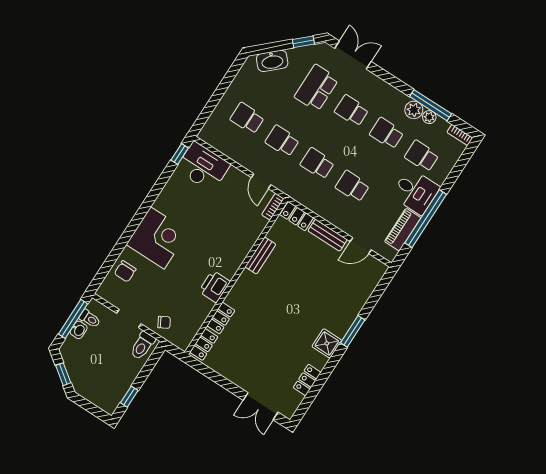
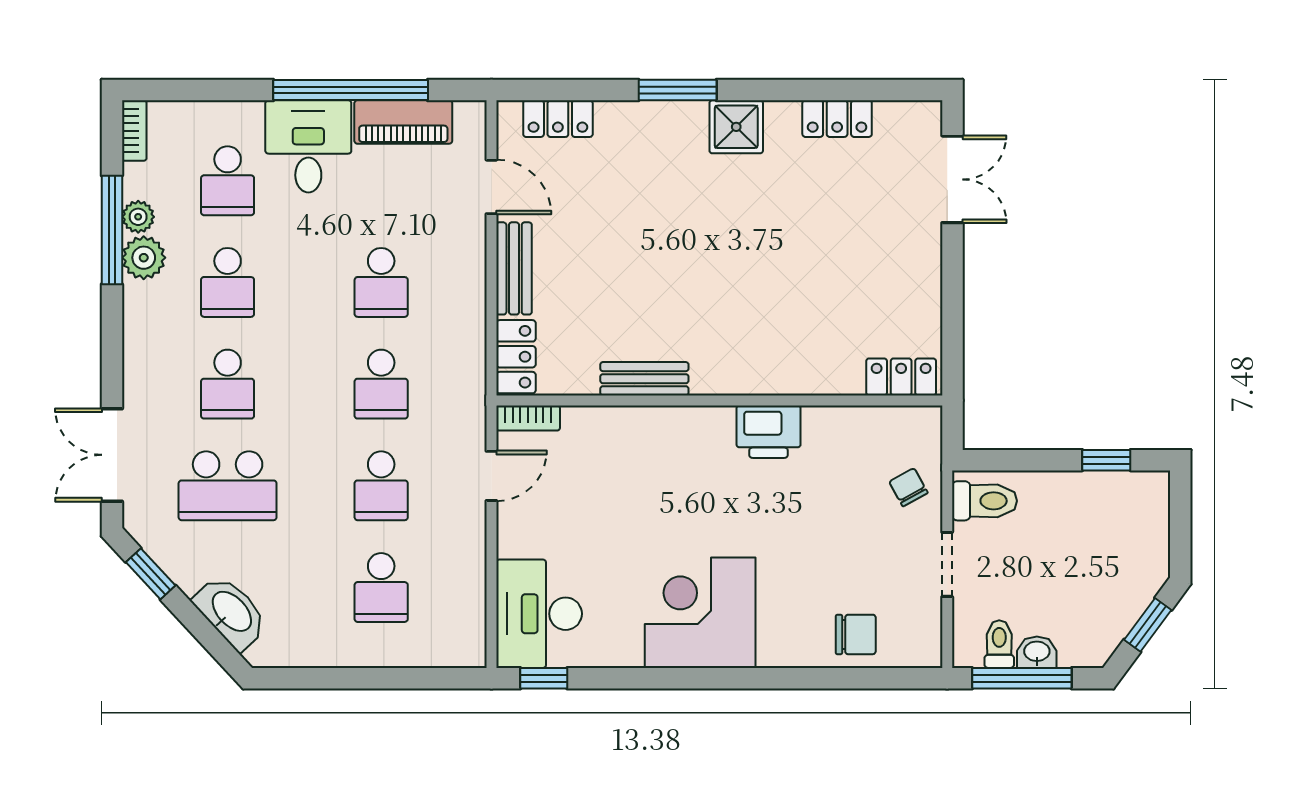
corner desk: (157, 238) -> (700, 613), moved
locker: (221, 318) -> (558, 119), moved, turned 180

